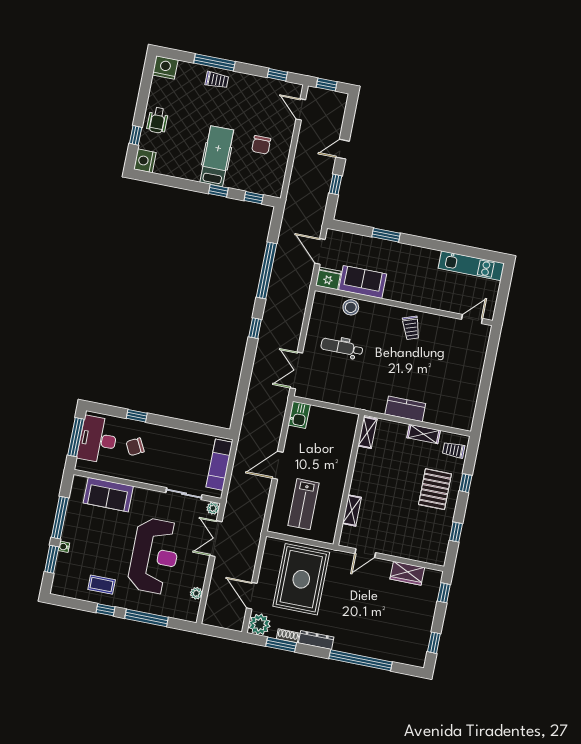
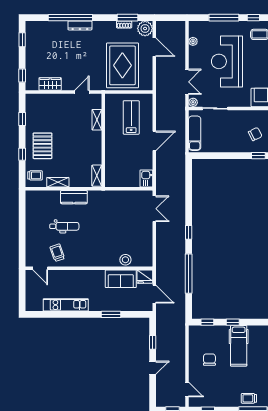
kitchen unit: (471, 266) -> (66, 305), moved
door: (472, 319) -> (40, 268), hinge flipped
trolley: (411, 328) -> (57, 253), moved
dental chair: (342, 347) -> (64, 226), moved
dresser: (316, 640) -> (80, 25), moved

